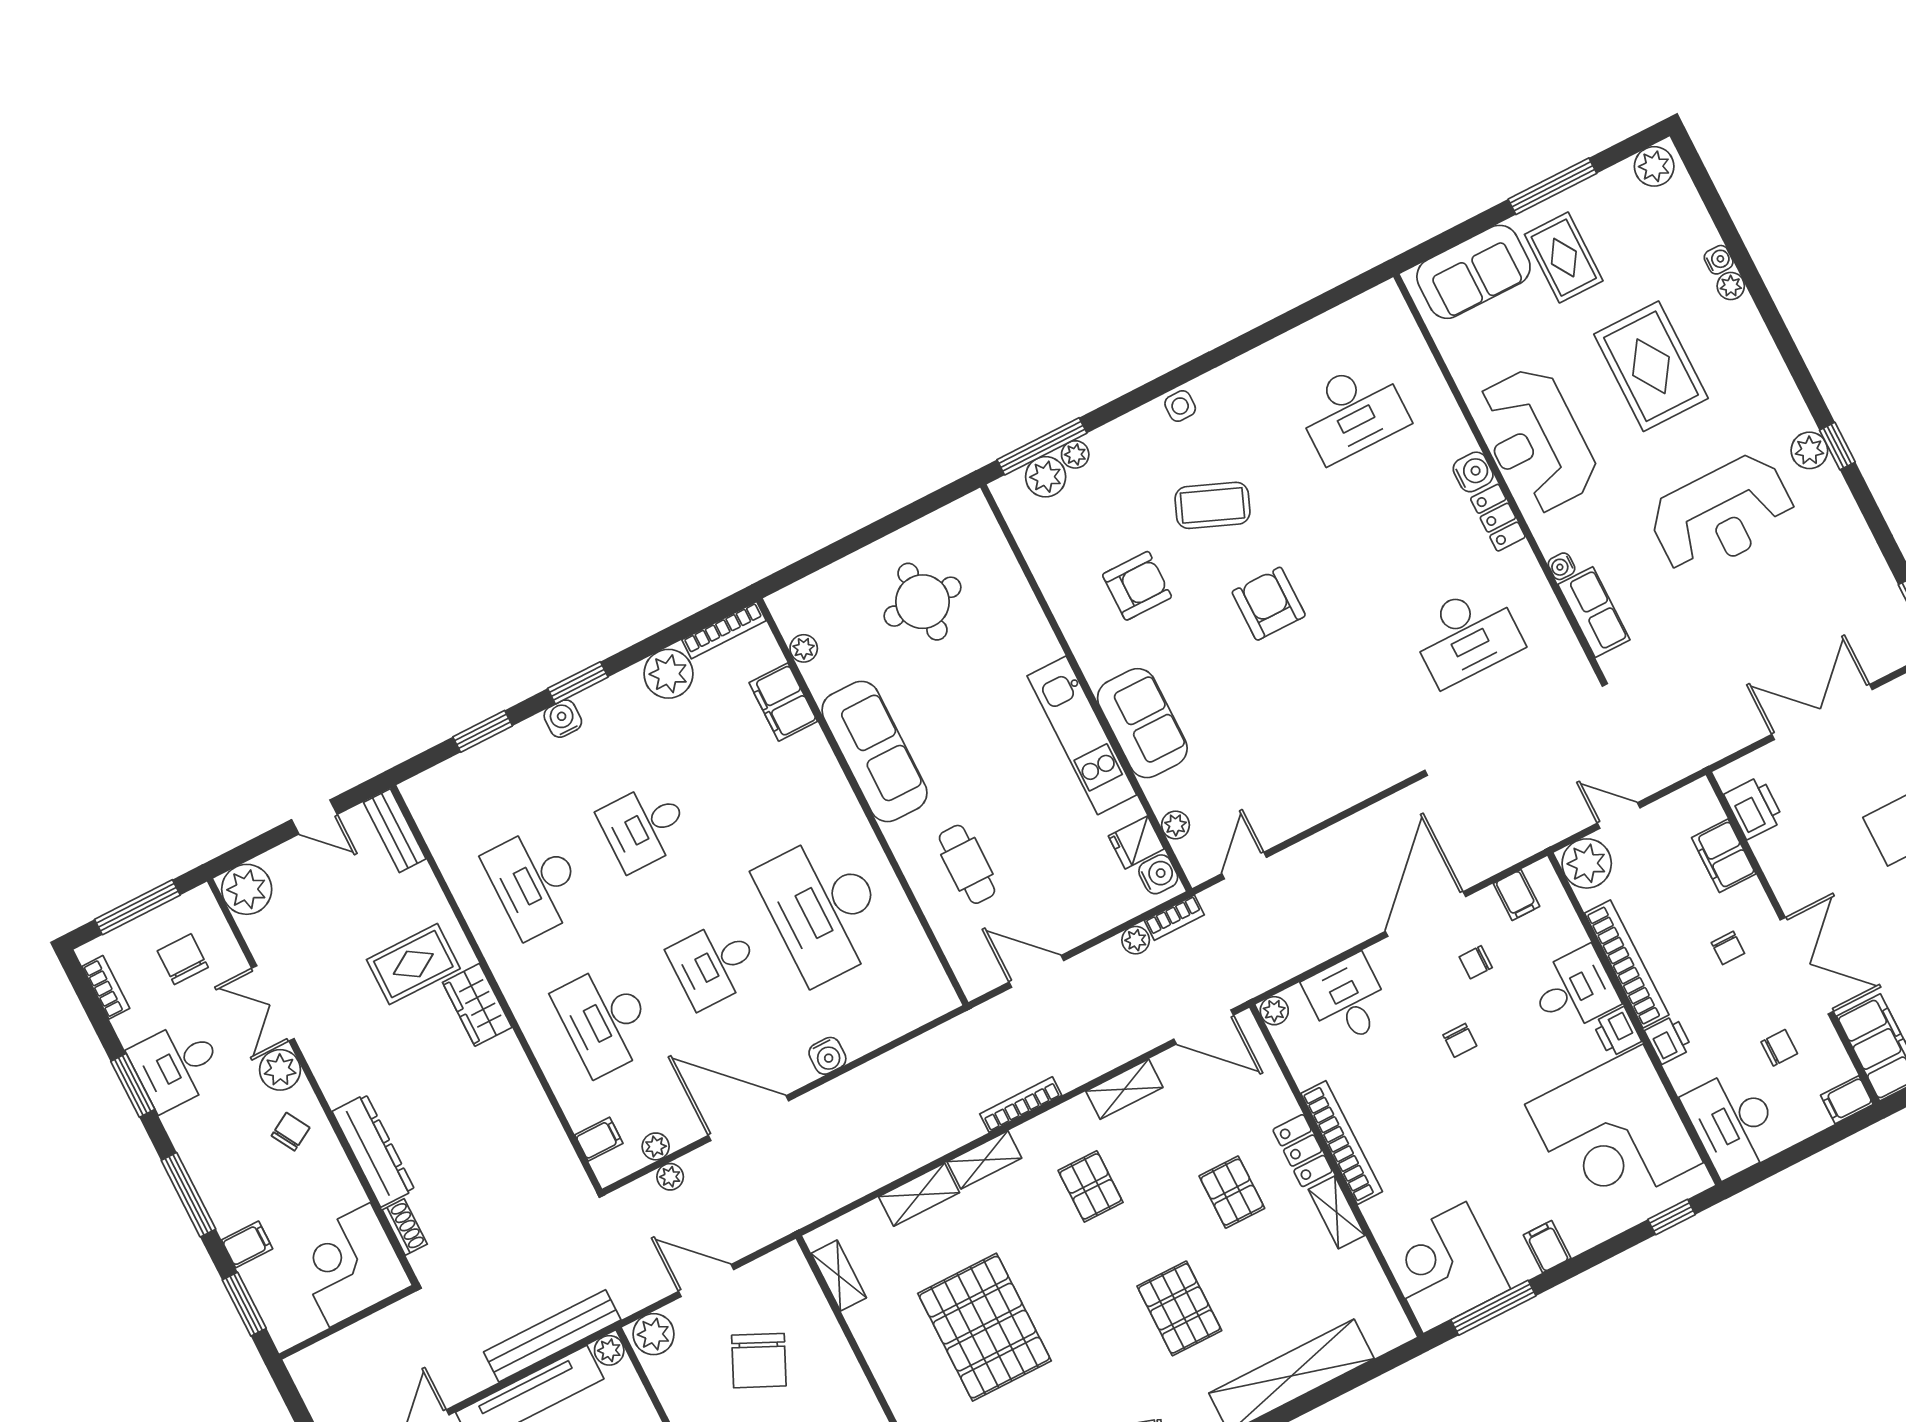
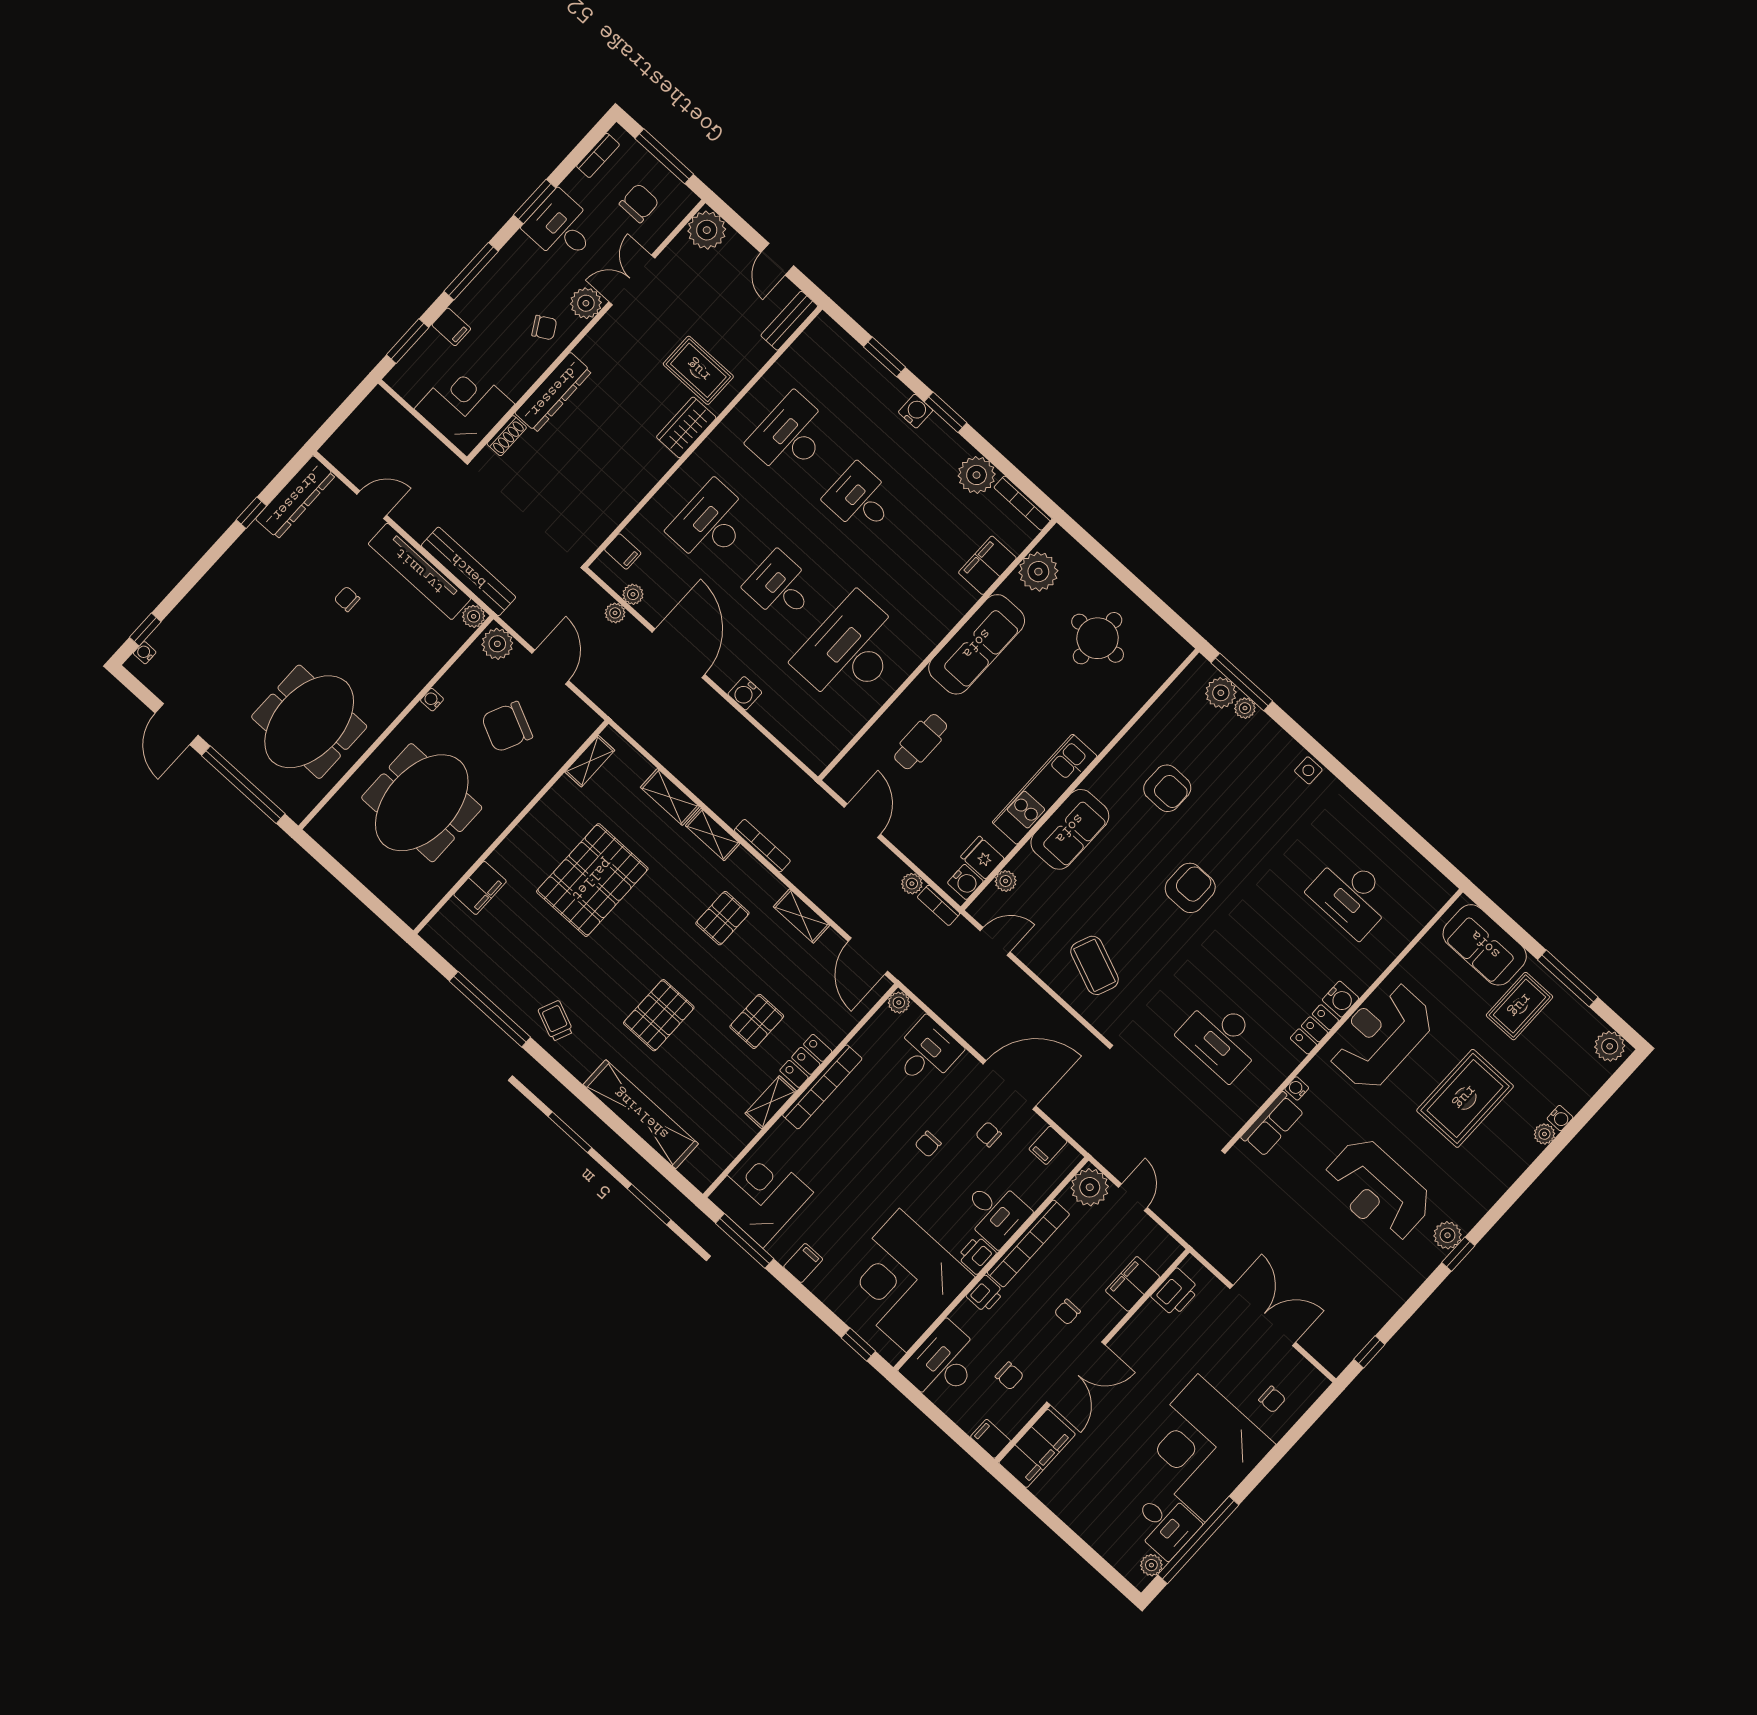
coffee table: (1212, 505) -> (1095, 965), moved
plant: (804, 648) -> (1038, 572), width x1.88, depth x1.88

